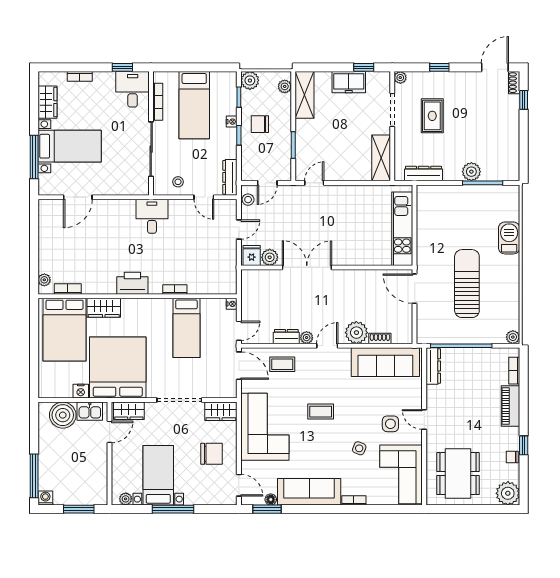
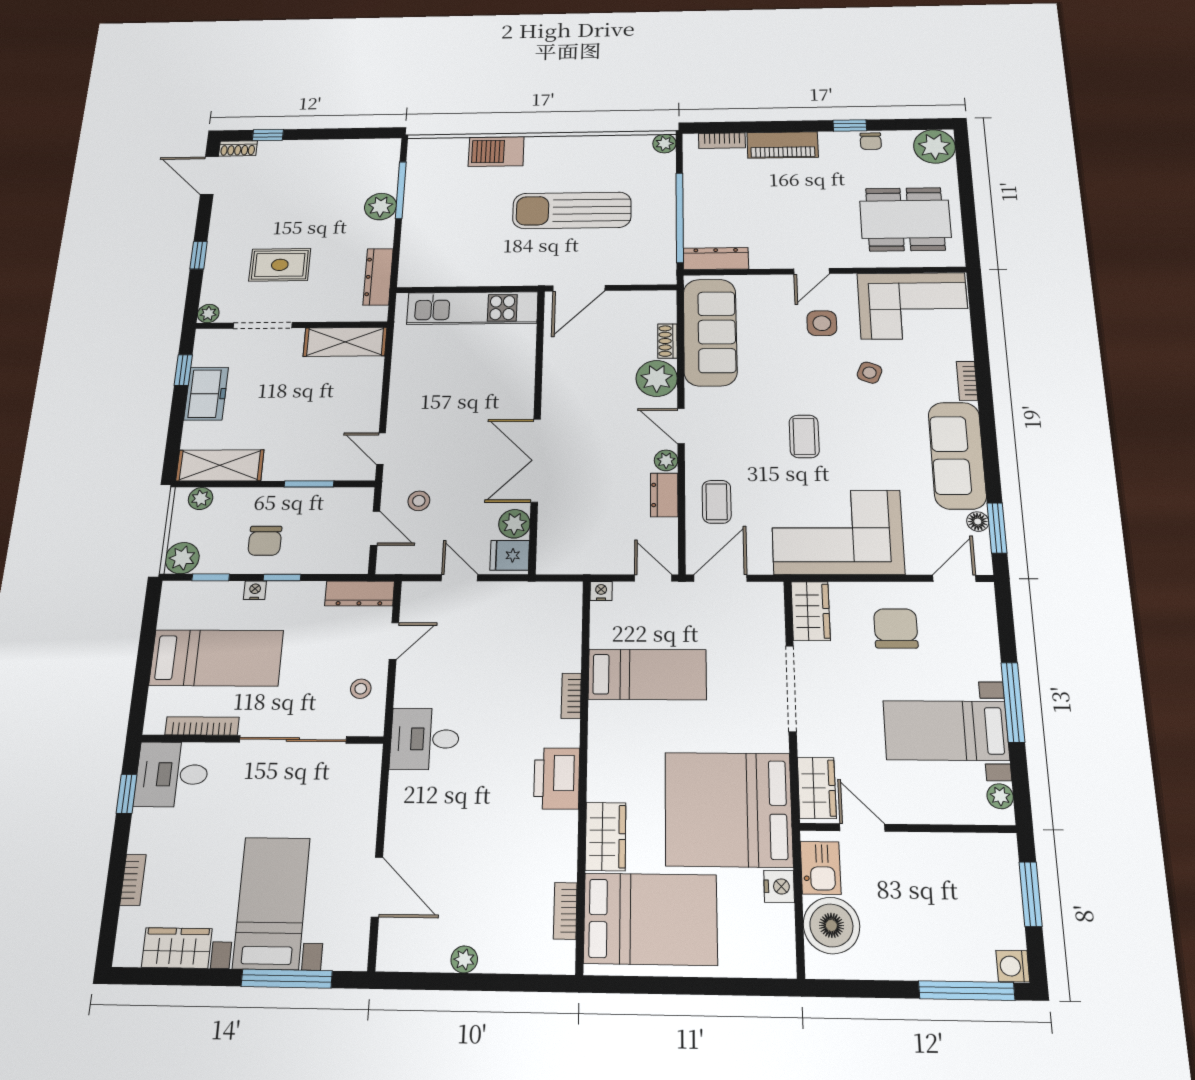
stool: (248, 200) -> (419, 501), moved
plant: (44, 280) -> (464, 959), moved

